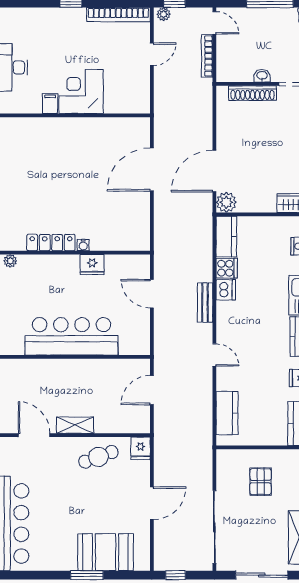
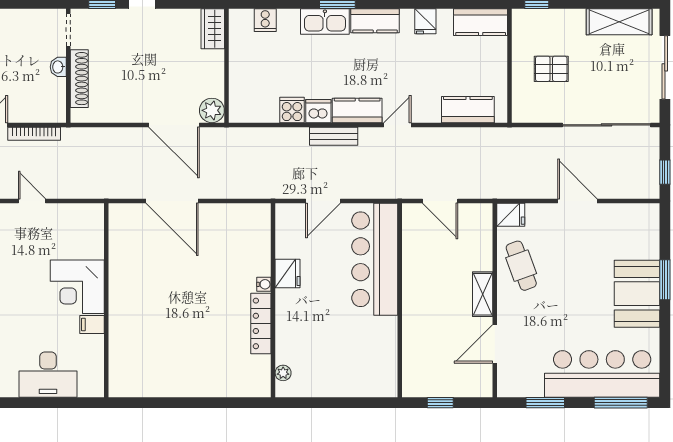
kitchen counter: (226, 236) -> (357, 110), moved
bar counter: (71, 336) -> (375, 259), moved
booth: (106, 552) -> (637, 294), moved

